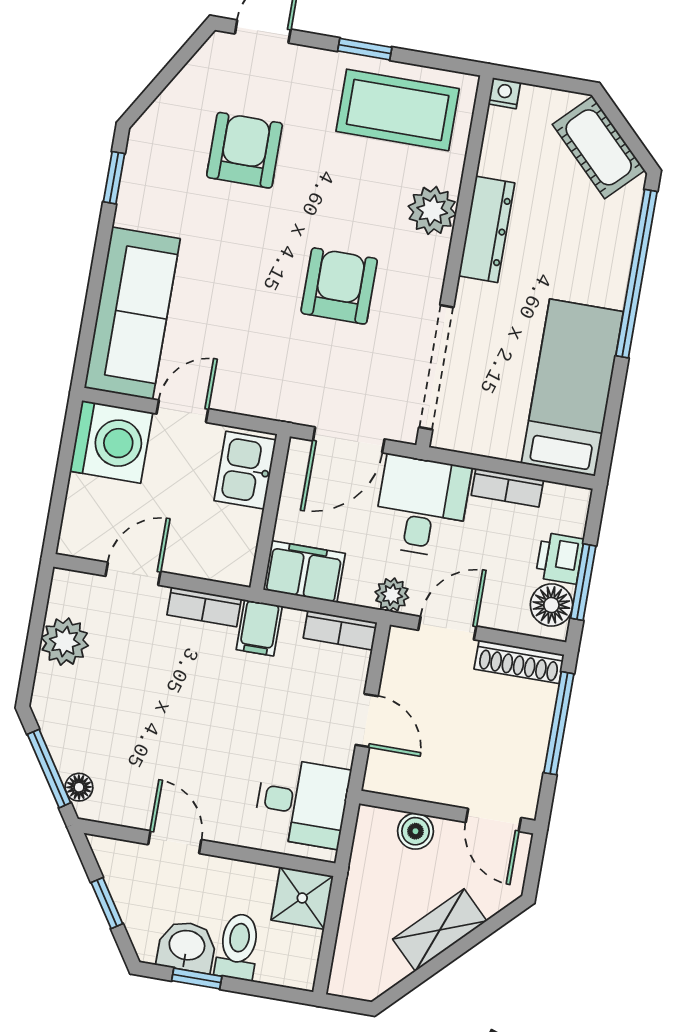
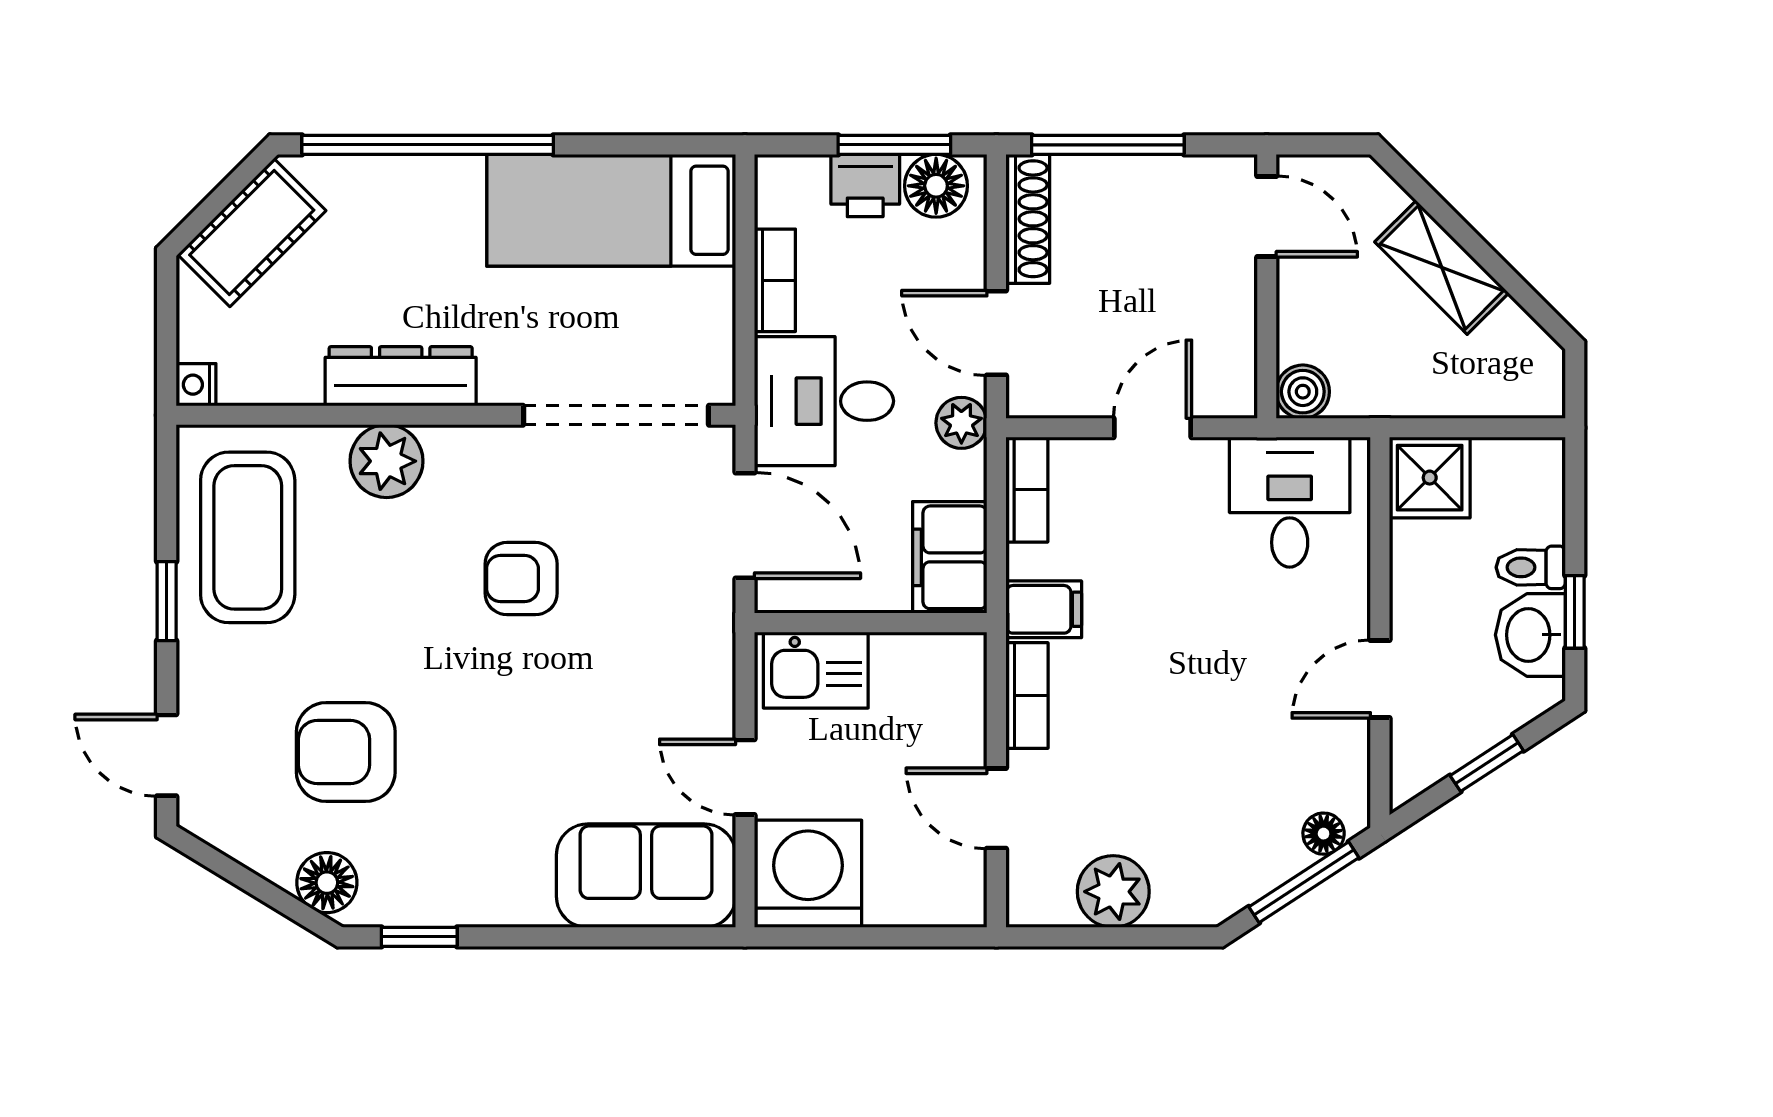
floor lamp: (160, 123) -> (327, 883), added
armchair: (339, 286) -> (521, 579), width x0.72, depth x0.72
sofa: (132, 313) -> (646, 876), width x0.73
door: (493, 820) -> (1267, 216), hinge flipped
boiler: (415, 831) -> (1303, 392), moved
toilet: (238, 947) -> (1531, 567), width x0.73, depth x0.72

